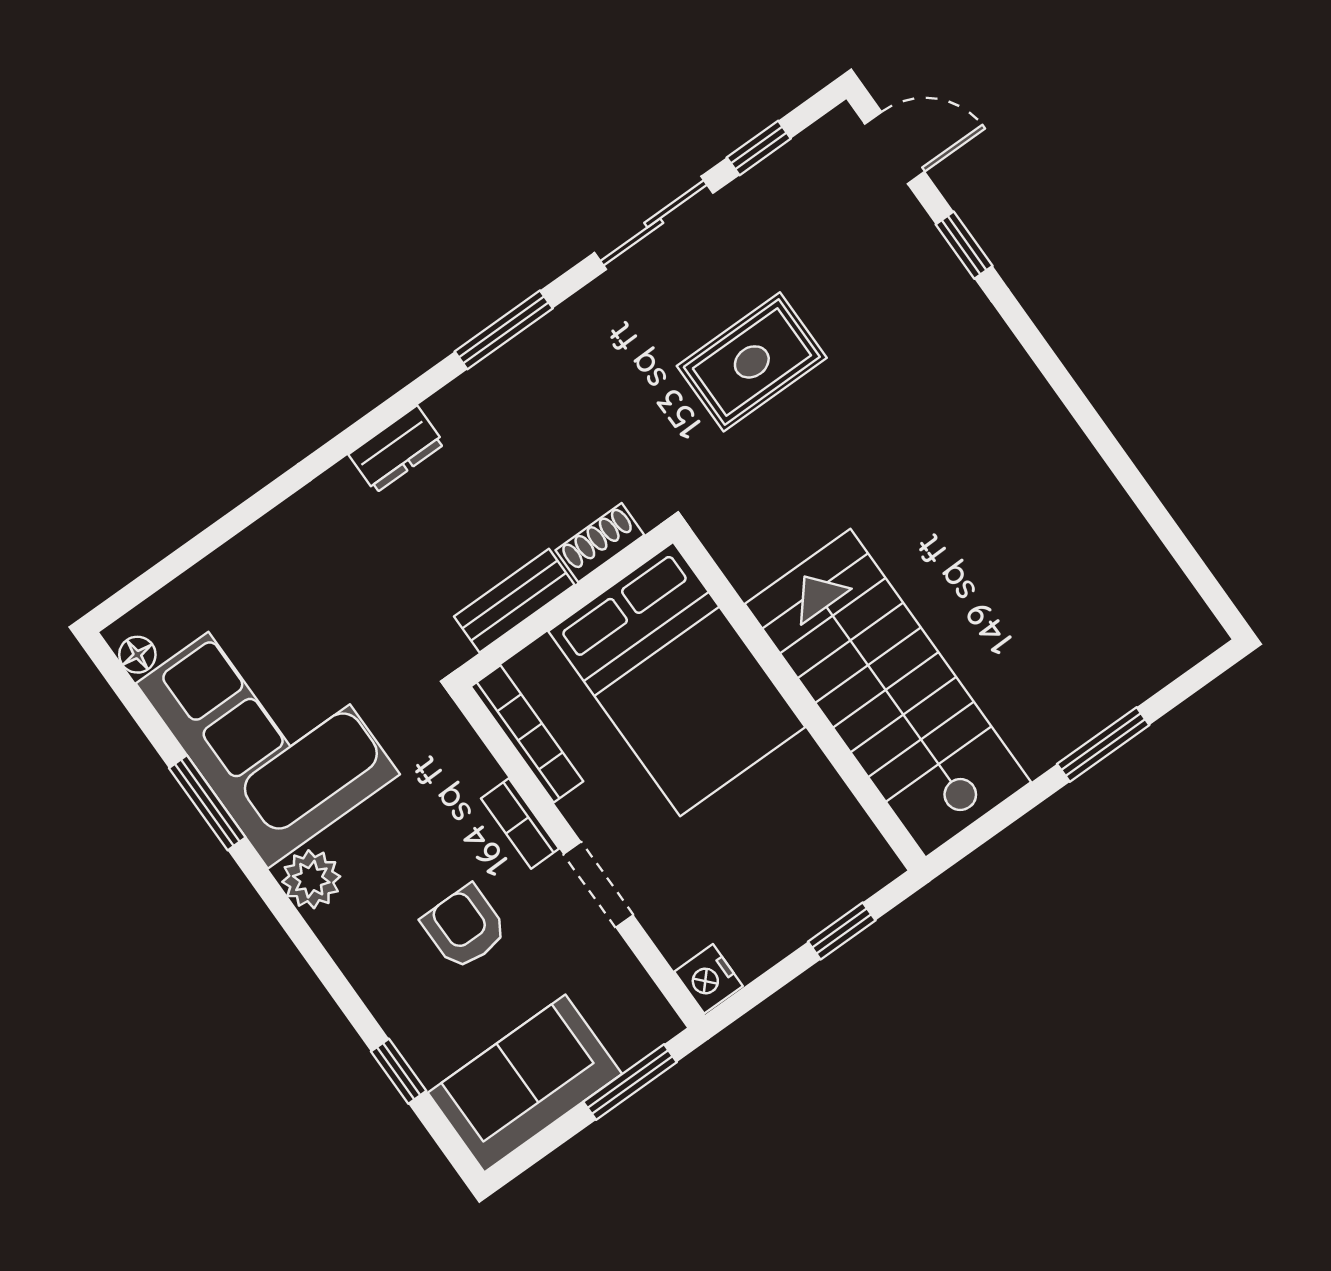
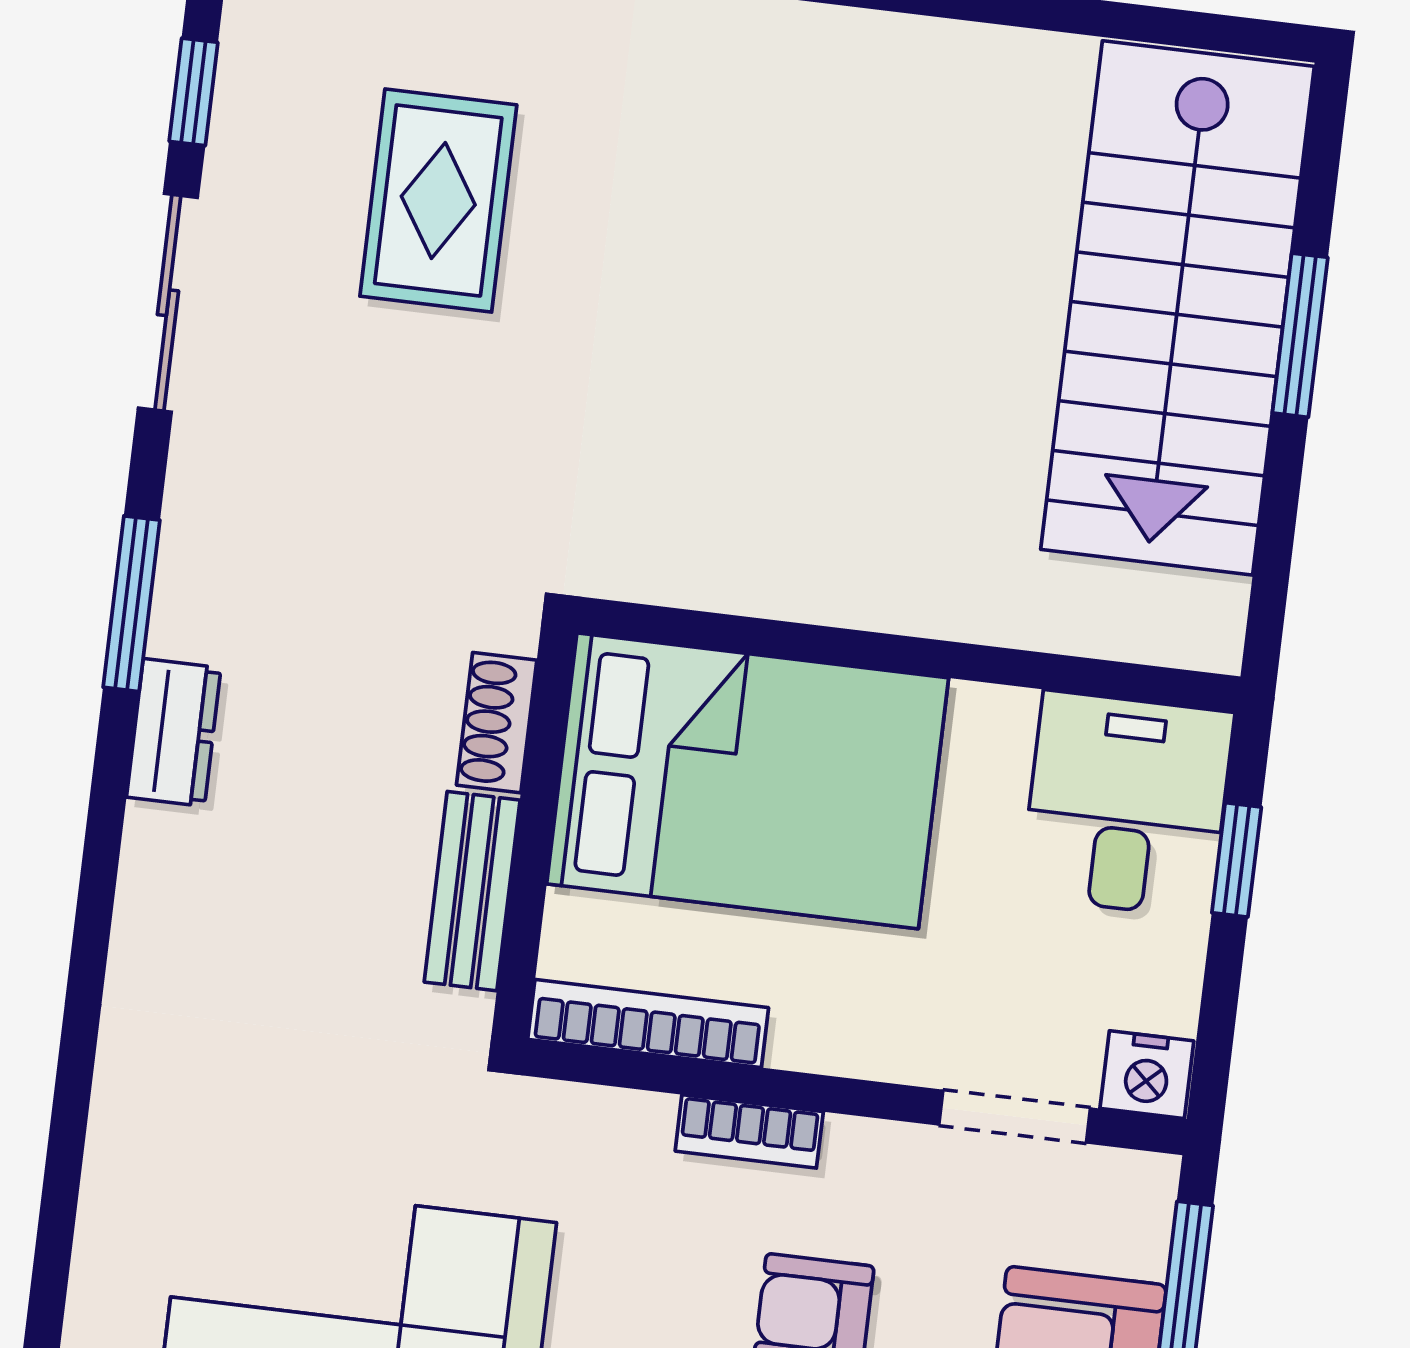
rug: (752, 362) -> (438, 201), moved
dresser: (397, 449) -> (174, 732), moved
stairs: (888, 693) -> (1177, 308), moved, turned -90
desk: (822, 859) -> (1127, 804), added
doorway: (598, 885) -> (1015, 1117), moved

